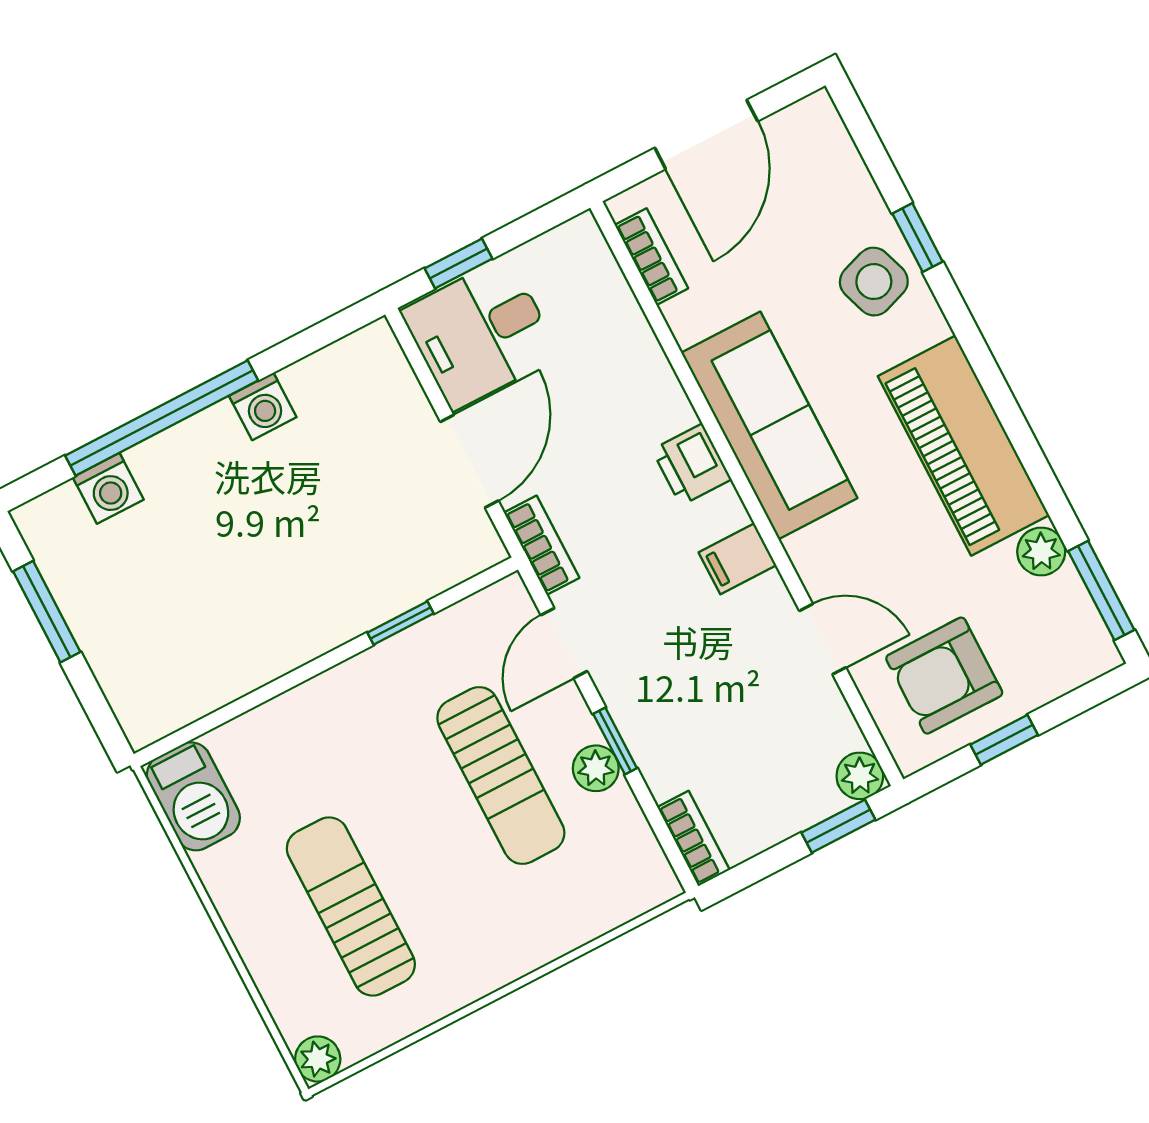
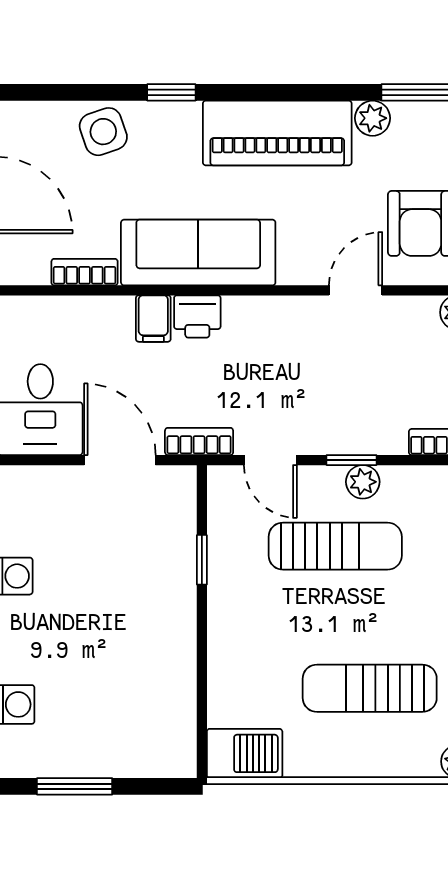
window: (917, 238) -> (171, 92), moved
bookcase: (651, 257) -> (85, 272), moved
side table: (874, 282) -> (103, 132), moved
filing cabinet: (737, 559) -> (153, 319), moved

